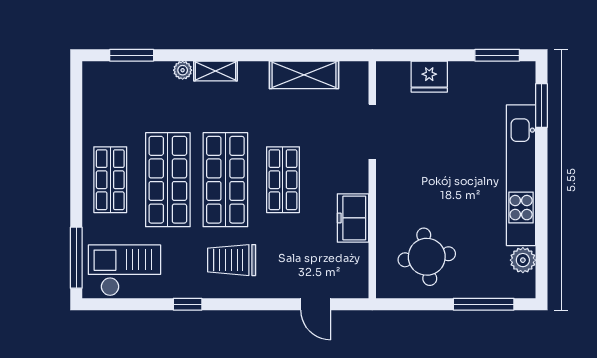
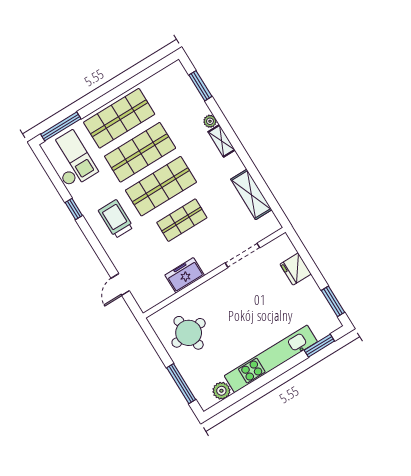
shop shelf: (110, 180) -> (119, 118), width x1.43, depth x1.36

